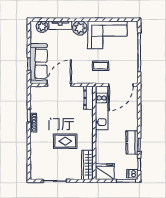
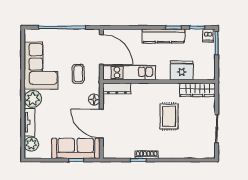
floor lamp: (79, 79) -> (94, 100), added
kitchen counter: (132, 143) -> (164, 36), width x1.50
fridge: (105, 172) -> (182, 70), moved, turned 90

